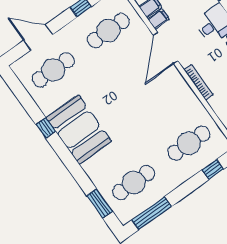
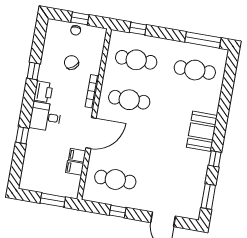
cafe table: (53, 70) -> (129, 100), moved
booth: (79, 130) -> (202, 131), width x0.73, depth x0.70
window: (100, 204) -> (208, 196), moved

